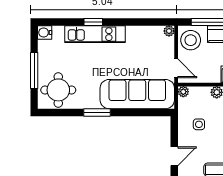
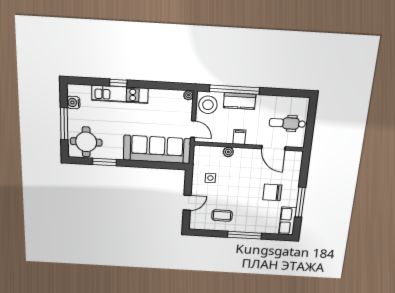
water cooler: (45, 33) -> (73, 103), moved
plant: (183, 92) -> (198, 150), removed
window: (97, 112) -> (105, 162), moved

